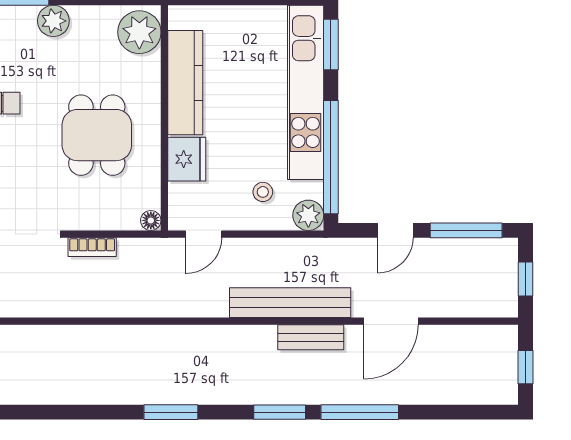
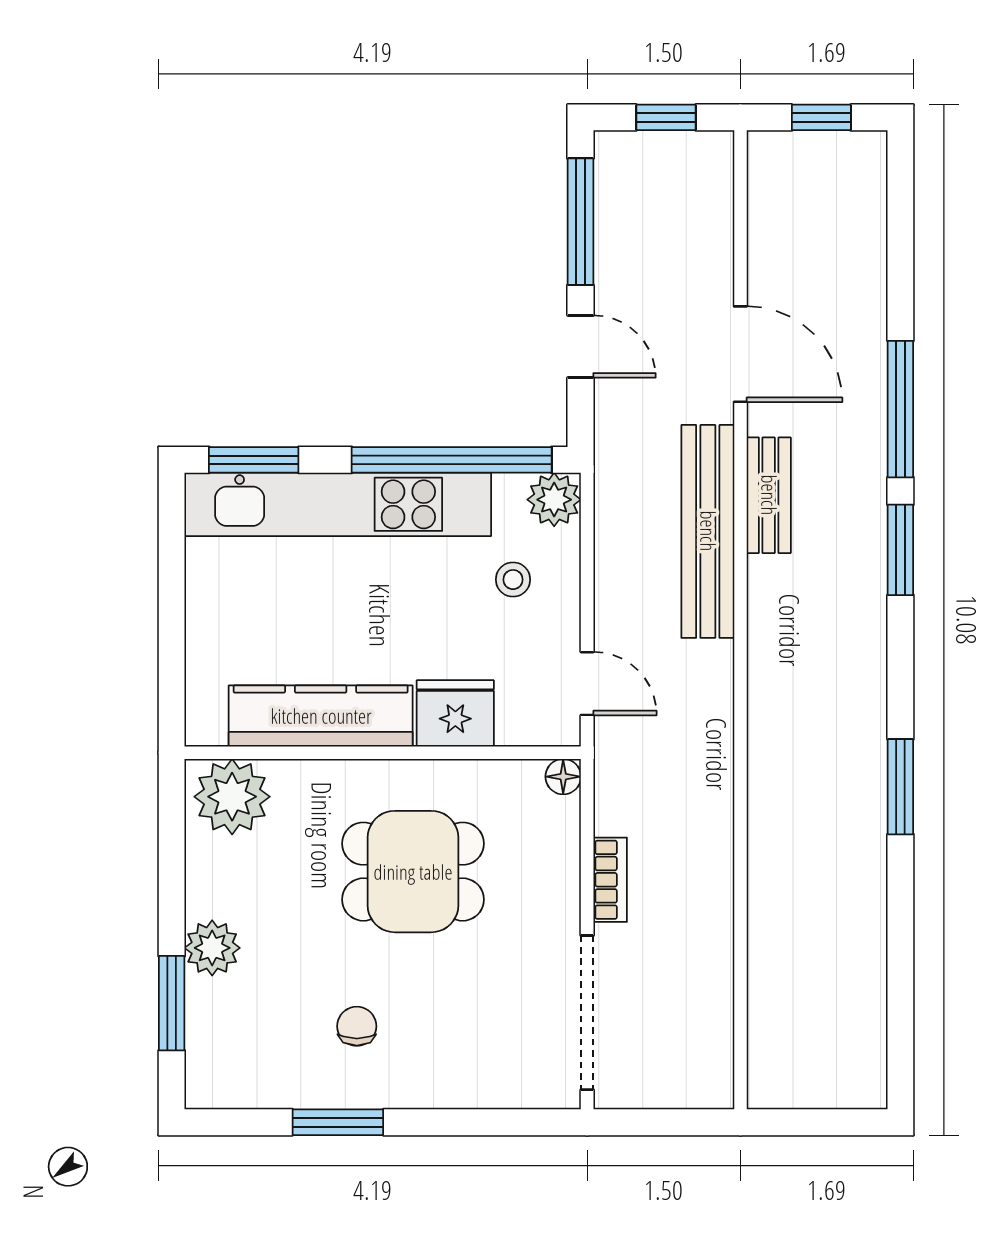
window: (171, 412) -> (900, 787), moved

